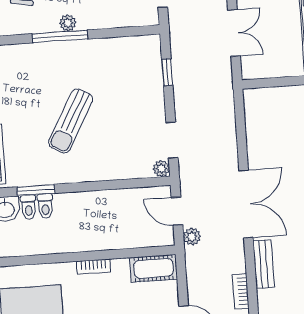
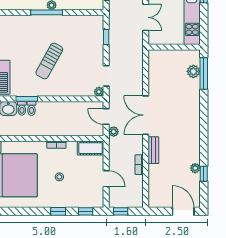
double door: (246, 204) -> (146, 115), swing flipped

